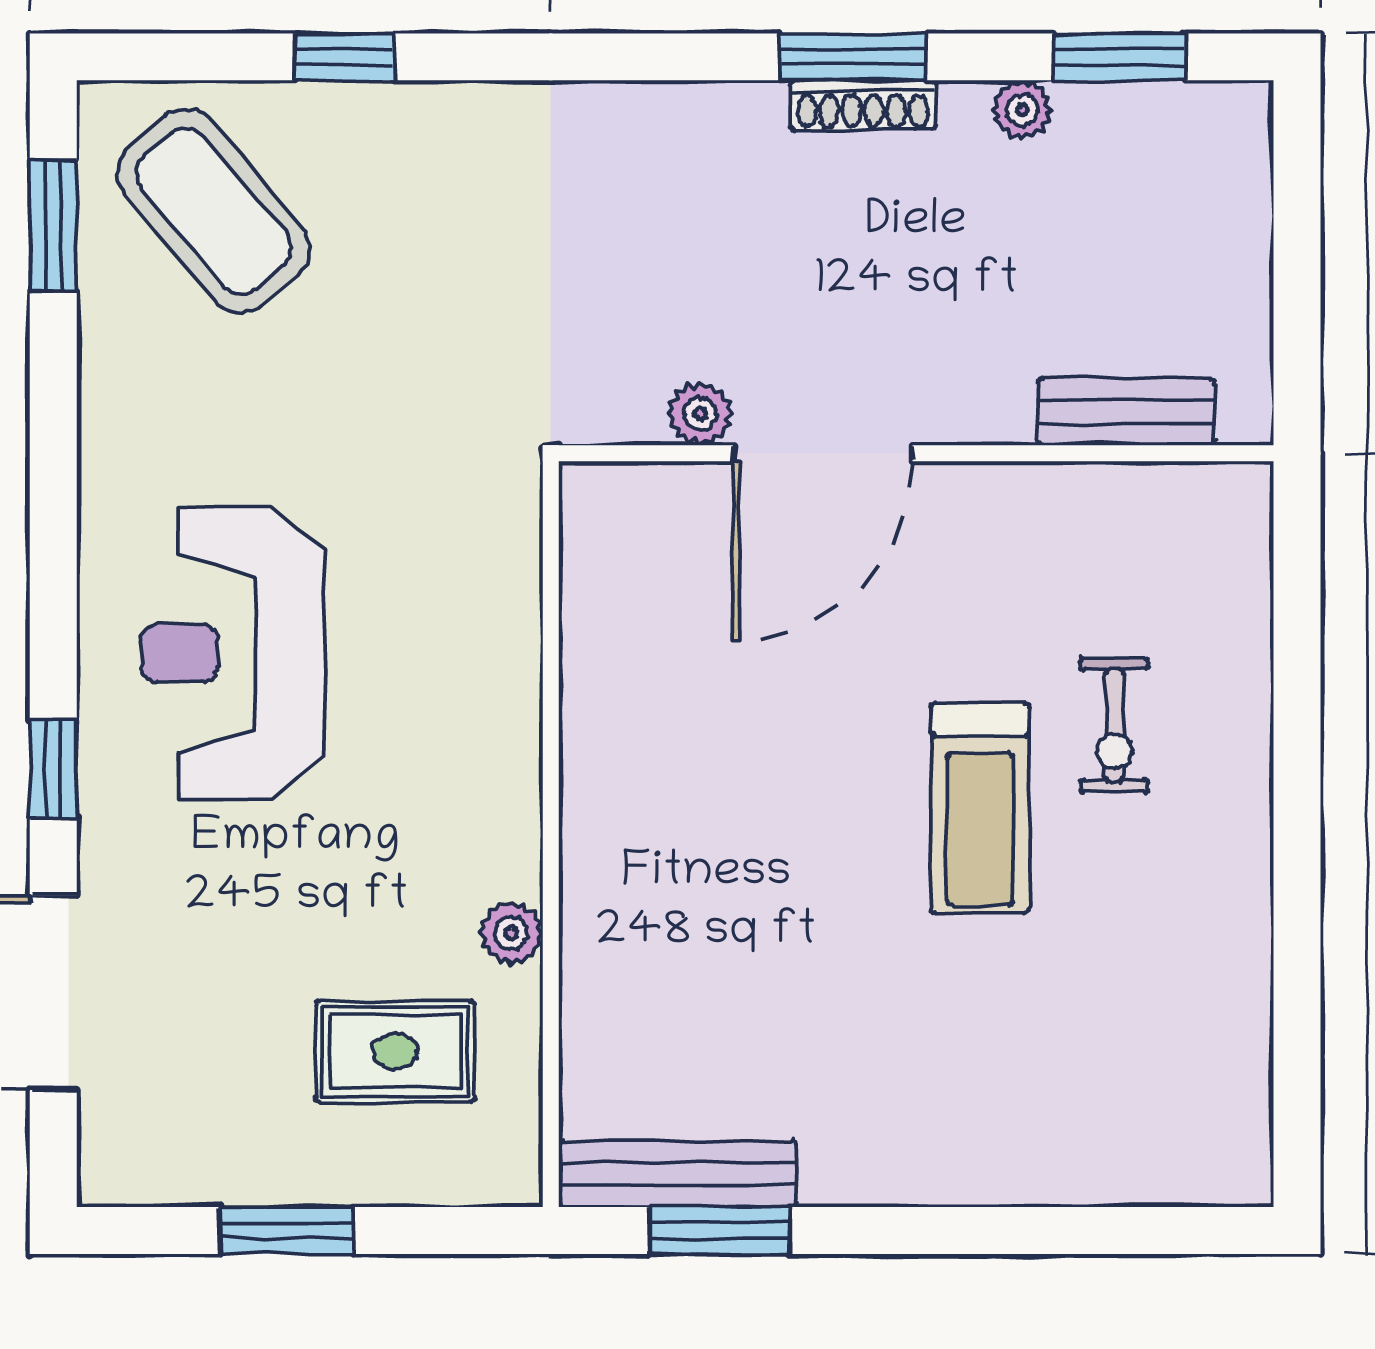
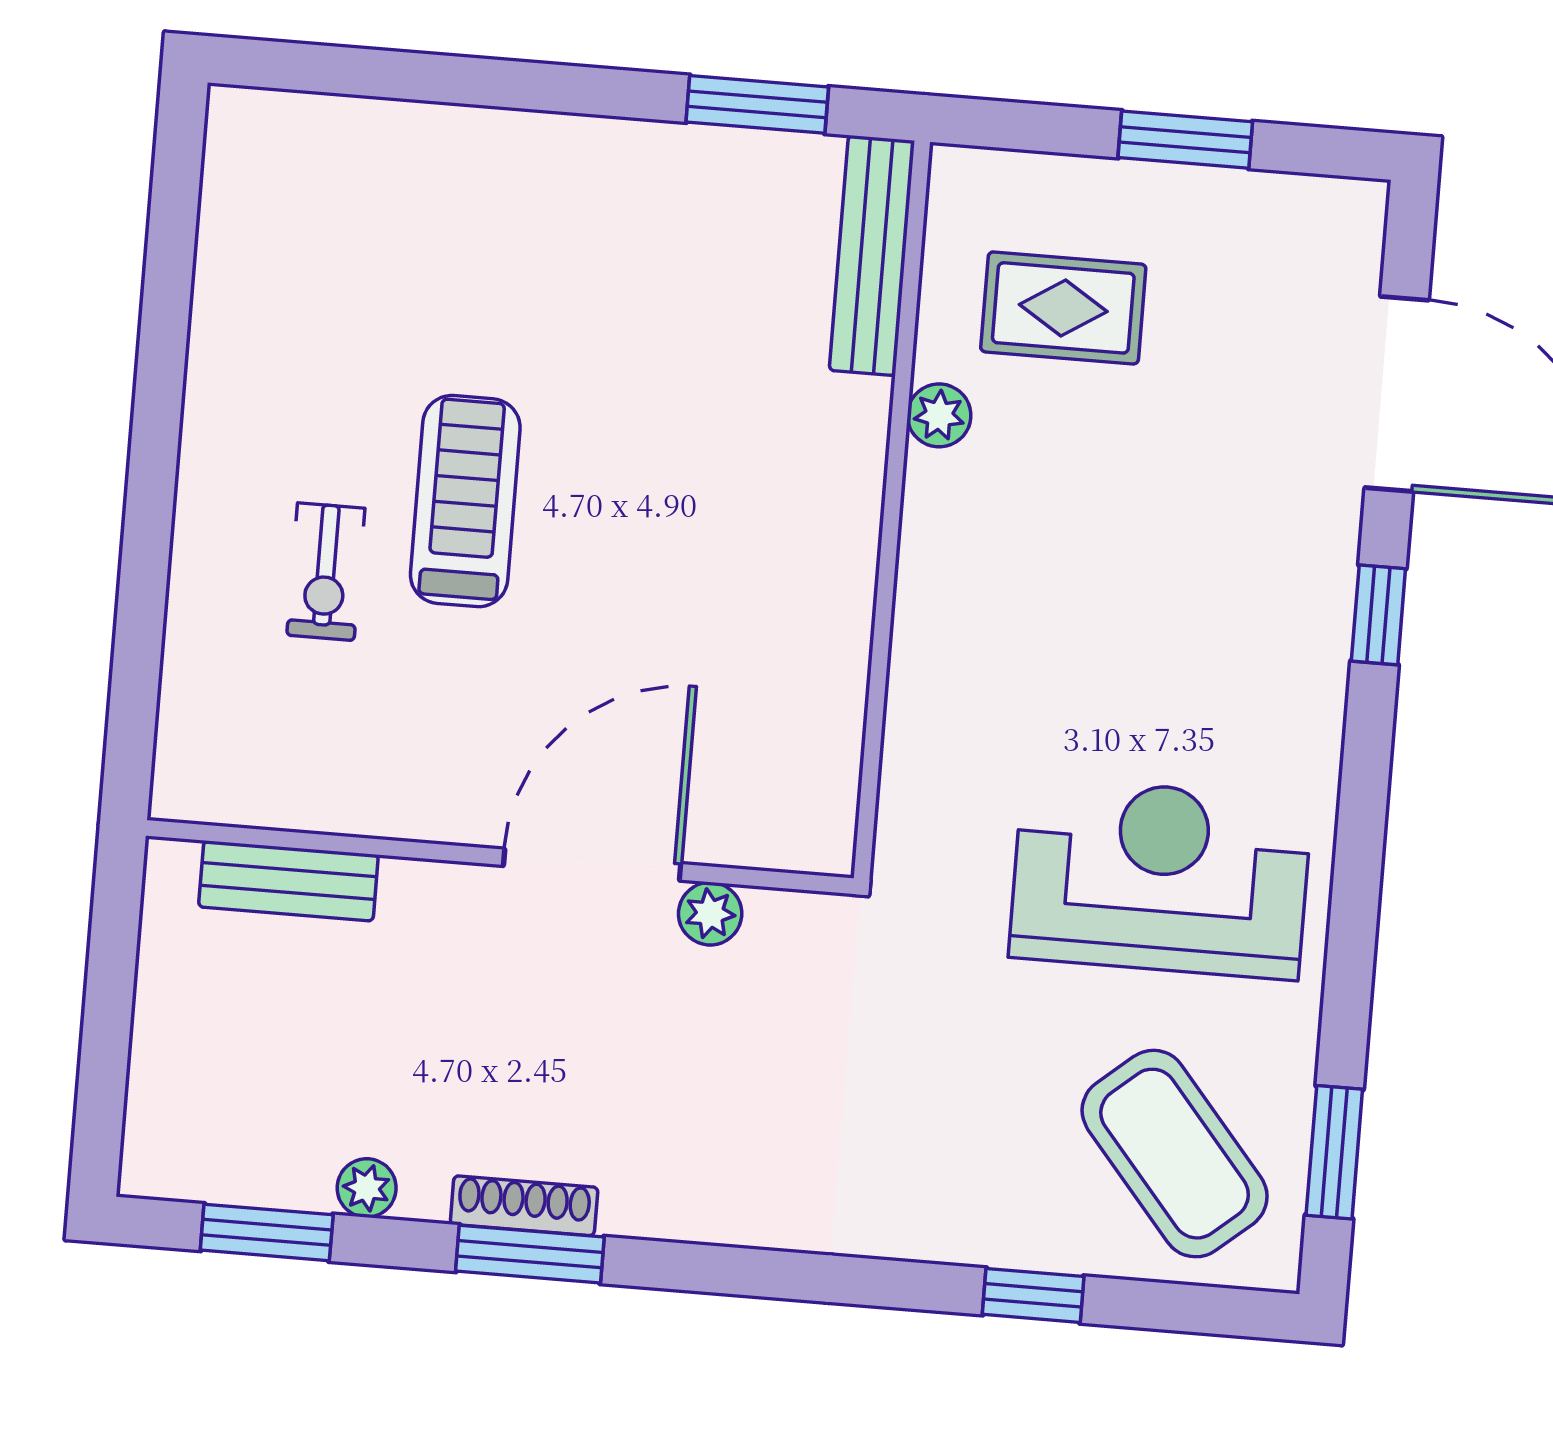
reception desk: (233, 653) -> (1160, 878), moved, turned -90
exercise bike: (1114, 726) -> (326, 572), turned 180
bench: (678, 1174) -> (872, 256), moved, turned 90

